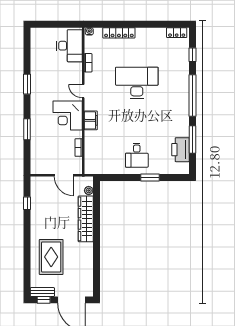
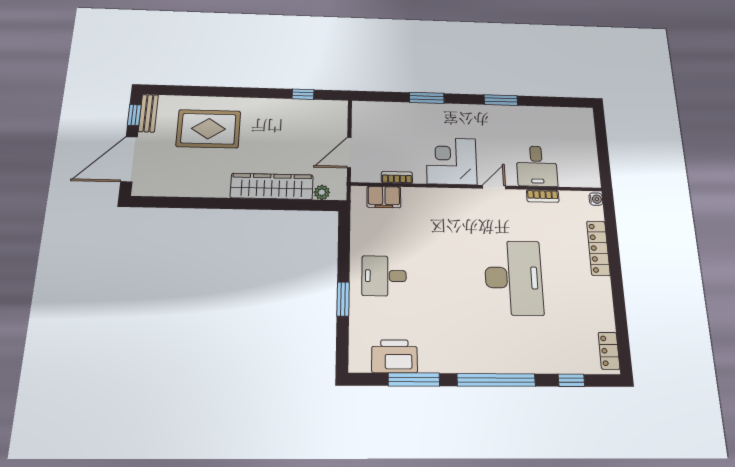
desk: (69, 46) -> (537, 166), moved, width x0.73
filing cabinet: (91, 120) -> (384, 197), moved

